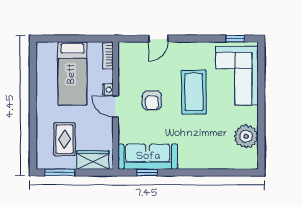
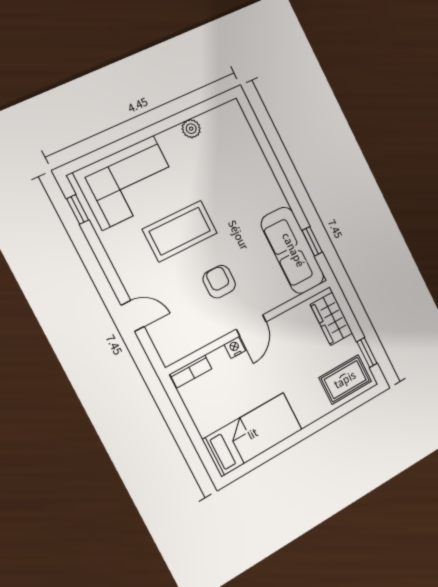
bed: (72, 74) -> (253, 434), moved
armchair: (152, 100) -> (219, 282), turned -90
plant: (246, 136) -> (191, 129), width x0.53, depth x0.53
rug: (64, 139) -> (345, 380), moved
window: (60, 172) -> (367, 352), width x0.67

